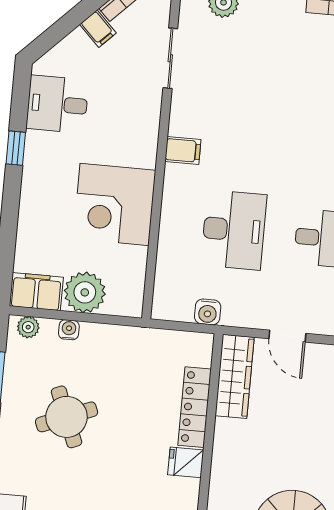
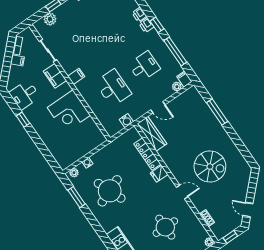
filing cabinet: (36, 292) -> (55, 76), moved, turned -90
plant: (85, 292) -> (83, 147), removed
round table: (67, 417) -> (110, 191), width x1.36, depth x1.36

